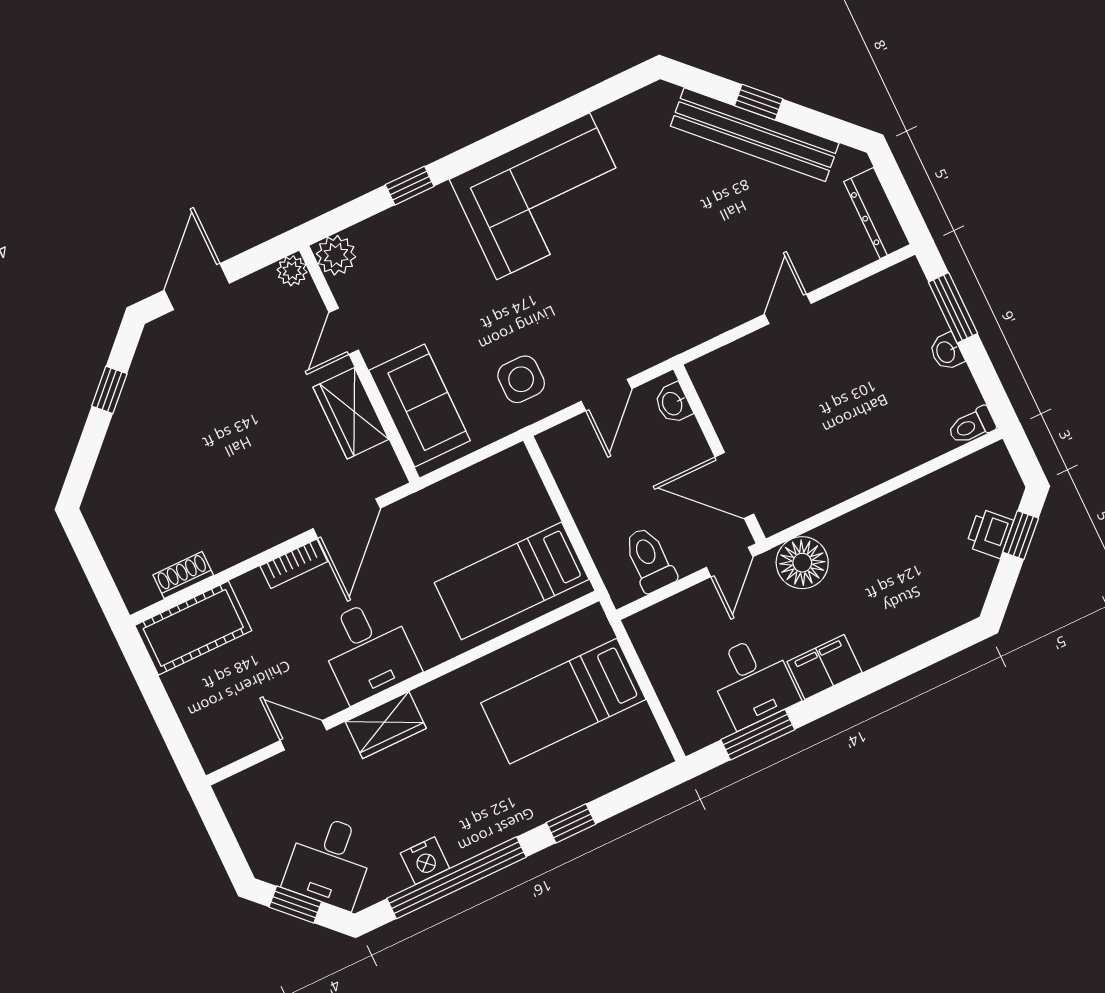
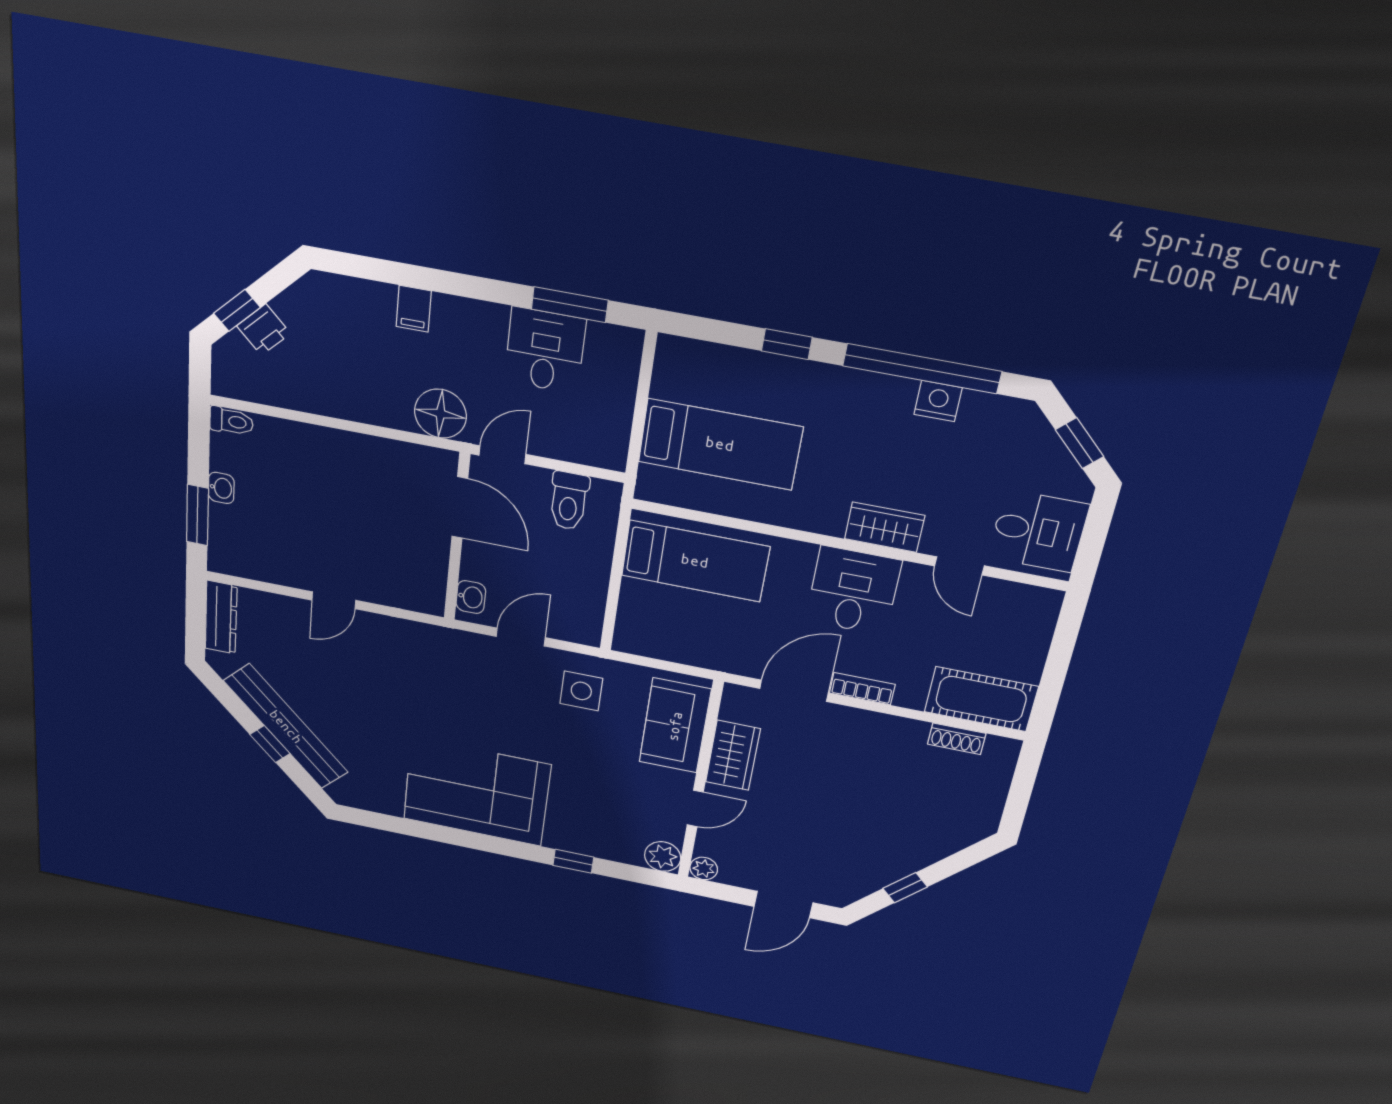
filing cabinet: (824, 667) -> (414, 309), moved, width x0.50
desk: (329, 862) -> (1038, 531), moved, turned 45

